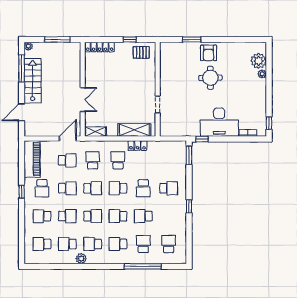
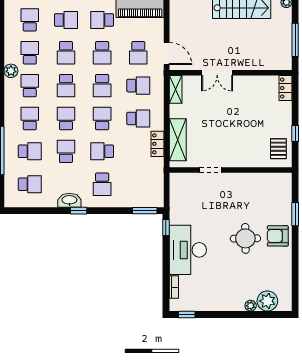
locker: (100, 47) -> (285, 88), width x0.66
washbasin: (181, 213) -> (69, 200), added
school desk: (42, 216) -> (66, 20), turned 90

